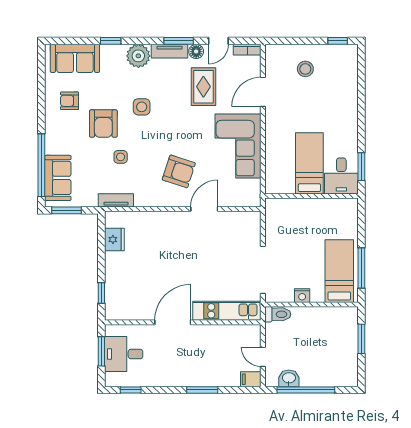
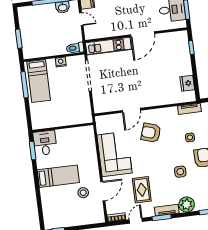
floor lamp: (196, 51) -> (149, 212), removed
stool: (305, 69) -> (83, 193), moved
bed: (309, 163) -> (58, 176), moved, turned -90

